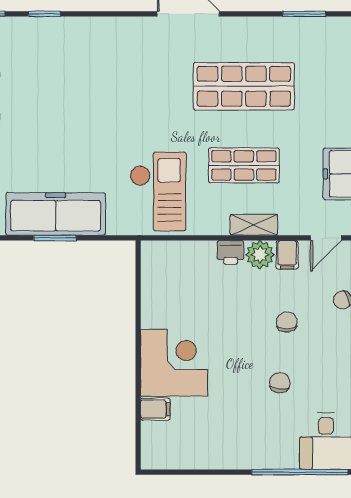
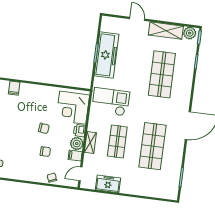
shop shelf: (83, 86) -> (162, 74), added
checkout: (158, 191) -> (111, 102), turned 180
door: (326, 238) -> (80, 174), hinge flipped
corner desk: (174, 363) -> (73, 108), moved, turned 90
chair: (280, 383) -> (44, 128), moved

